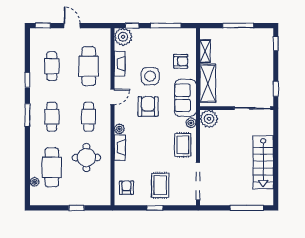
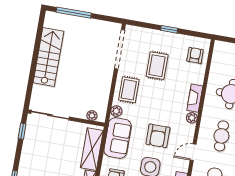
plant: (209, 119) -> (92, 115), width x0.53, depth x0.53
rug: (160, 185) -> (157, 66), moved
armchair: (126, 188) -> (195, 55), turned 180

